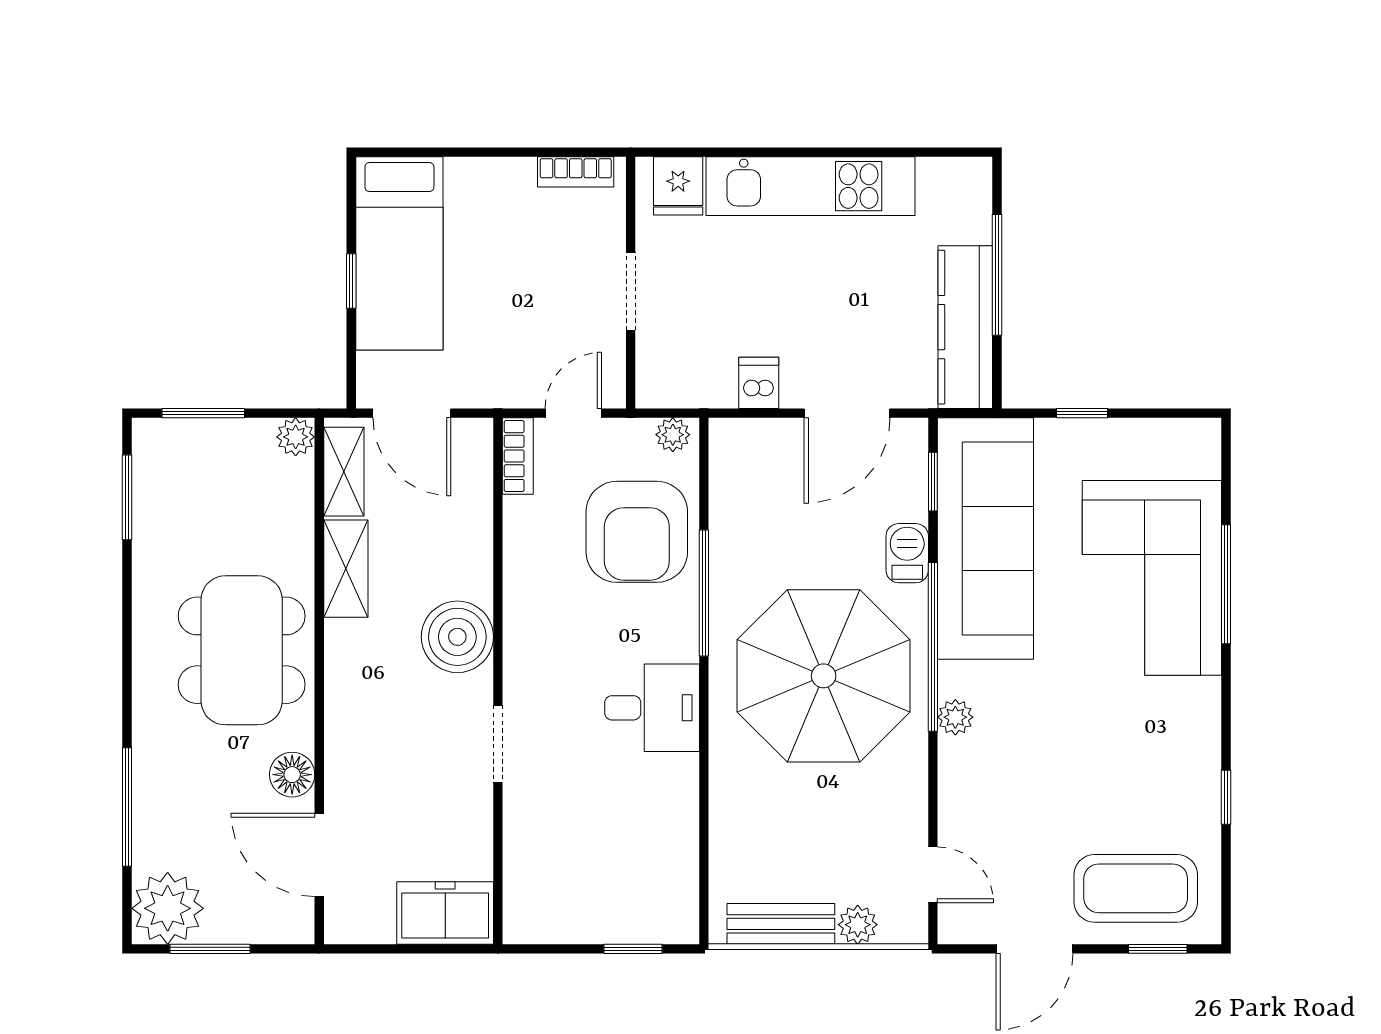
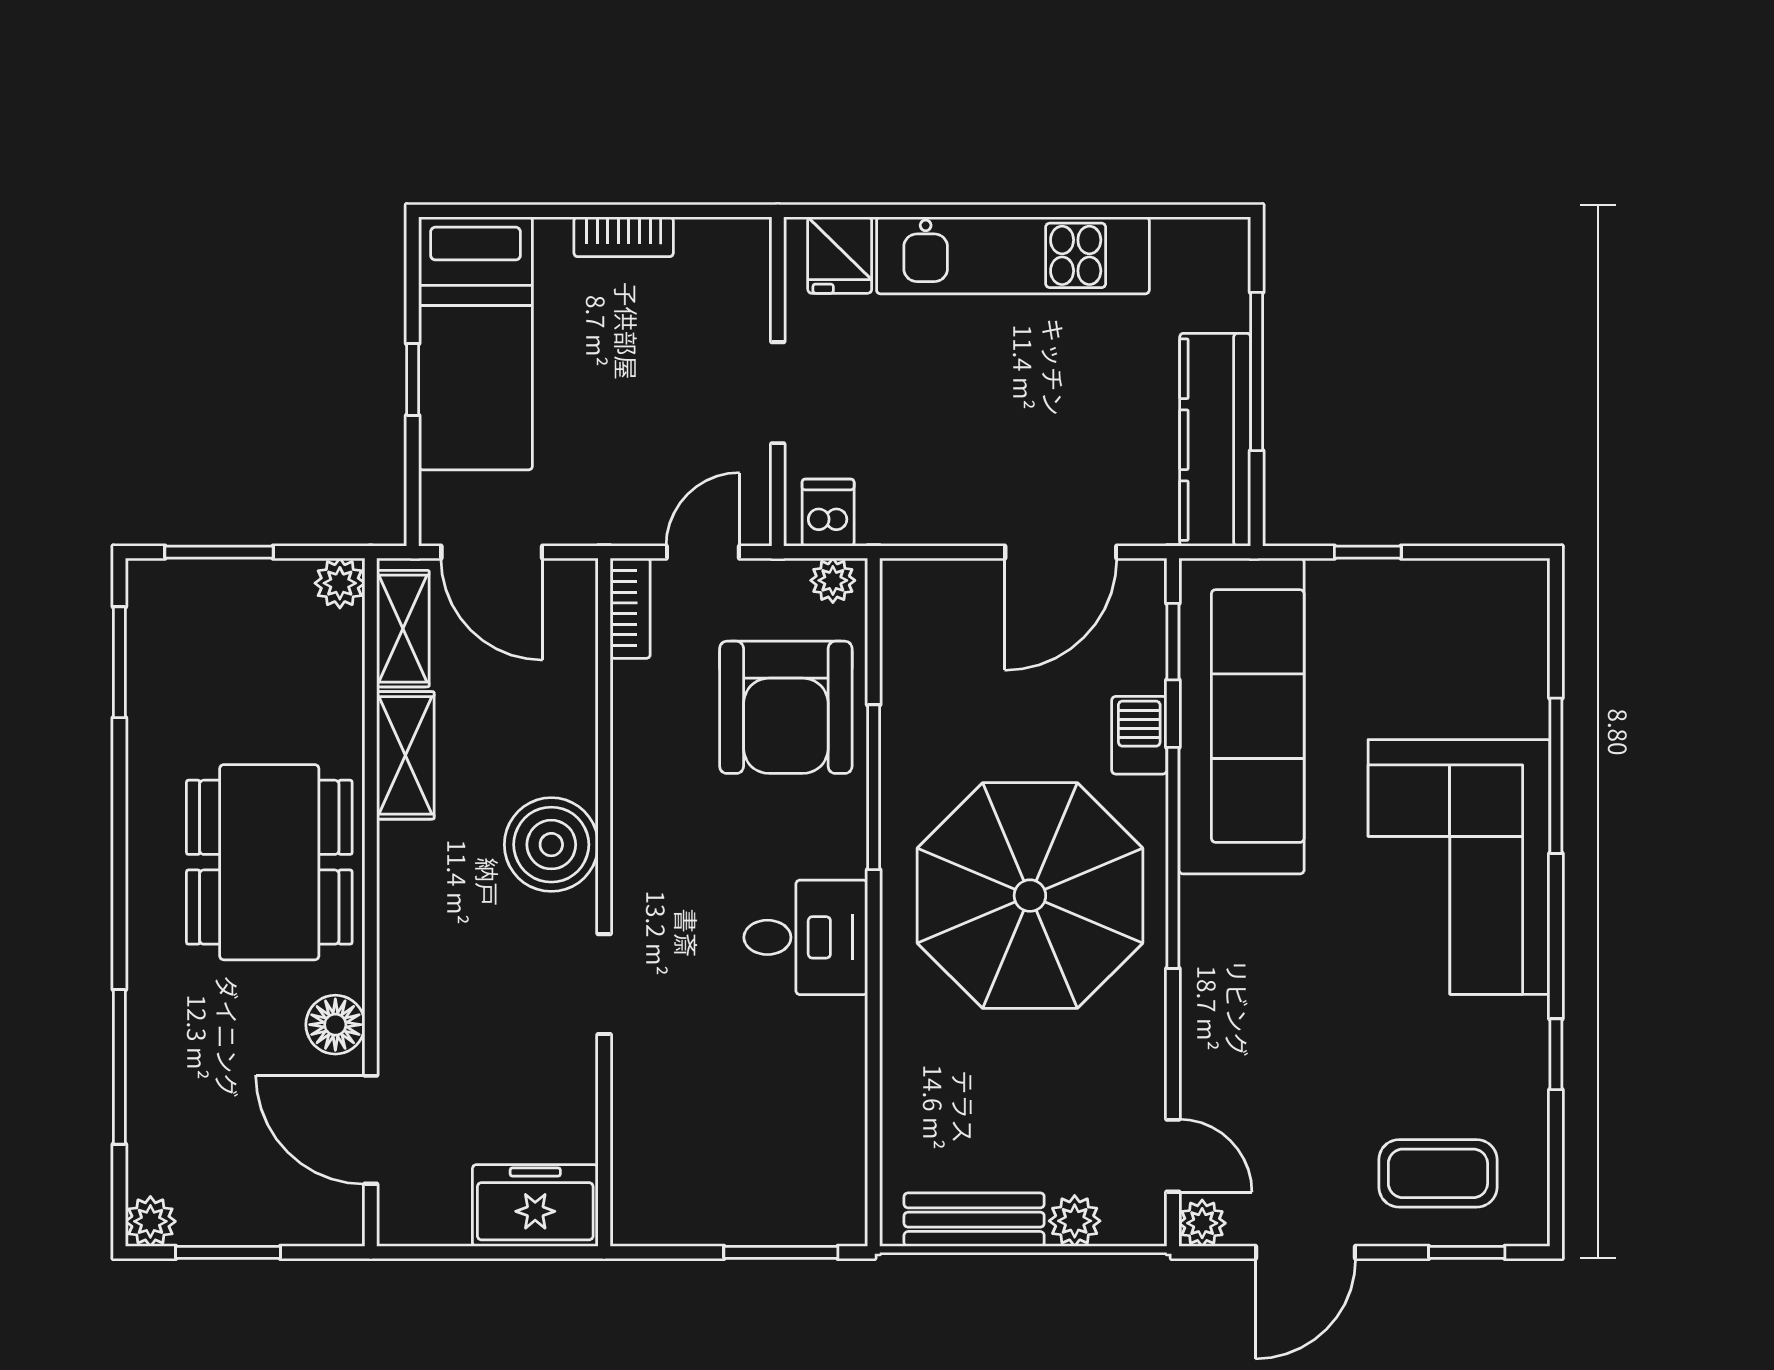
bookcase: (576, 172) -> (624, 237), moved
dishwasher: (759, 383) -> (828, 513), moved
corner sofa: (1152, 578) -> (1459, 867), moved
plant: (955, 717) -> (1202, 1223), moved
coffee table: (1136, 888) -> (1438, 1173), width x0.73, depth x0.76
plant: (168, 908) -> (150, 1221), width x0.53, depth x0.53
window: (633, 949) -> (781, 1252), width x1.50

